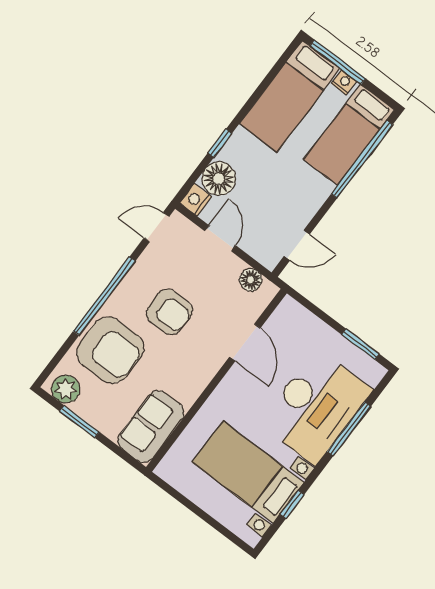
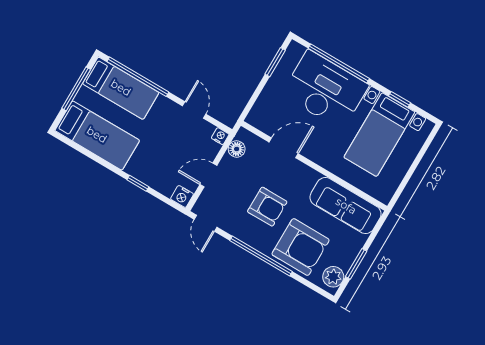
window: (338, 62) -> (76, 89), moved
nightstand: (344, 82) -> (220, 136), moved, turned 90
floor lamp: (219, 179) -> (164, 181), removed
door: (297, 245) -> (194, 110), moved
armchair: (169, 312) -> (267, 207), turned 90
armchair: (110, 350) -> (301, 247), turned 90
sofa: (151, 427) -> (346, 206), width x1.36
window: (349, 429) -> (339, 63), width x1.46

